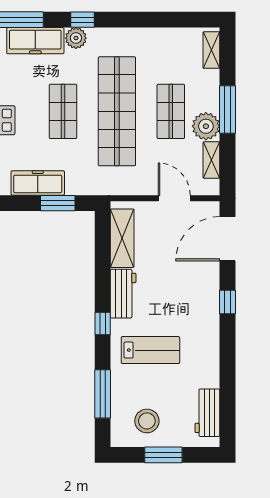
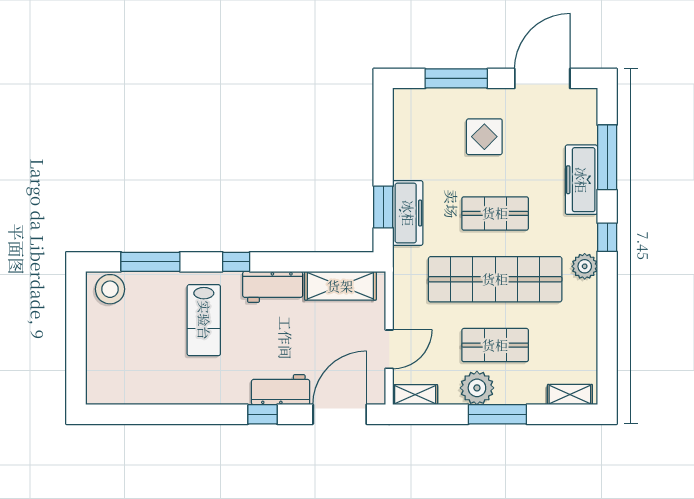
plant: (76, 38) -> (585, 266), moved
shelving: (211, 160) -> (415, 395), moved
freezer: (38, 183) -> (408, 213), moved
door: (228, 239) -> (340, 414), hinge flipped
workbench: (207, 413) -> (281, 390), moved
stool: (147, 421) -> (110, 289), moved
window: (163, 455) -> (76, 336), removed

